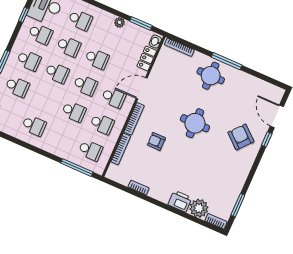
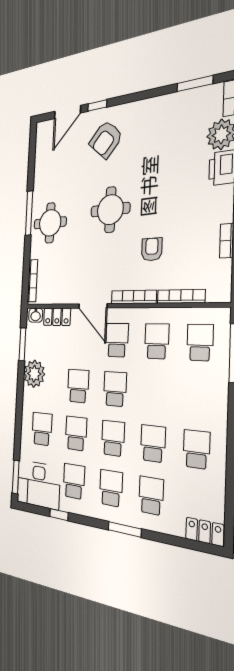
plant: (119, 22) -> (34, 374), width x1.88, depth x1.88
school desk: (74, 112) -> (153, 444), moved
armchair: (156, 141) -> (152, 249), turned 180

